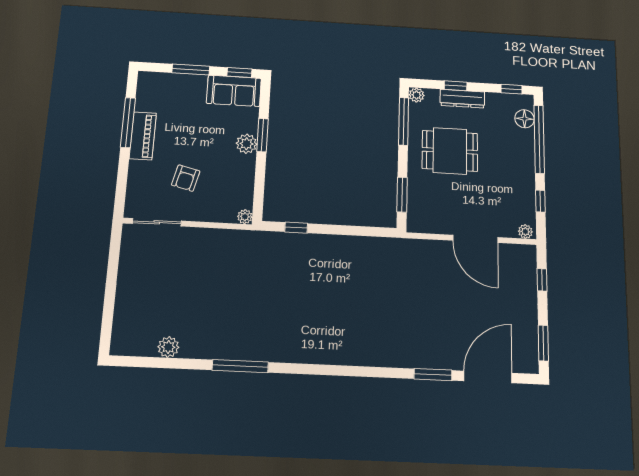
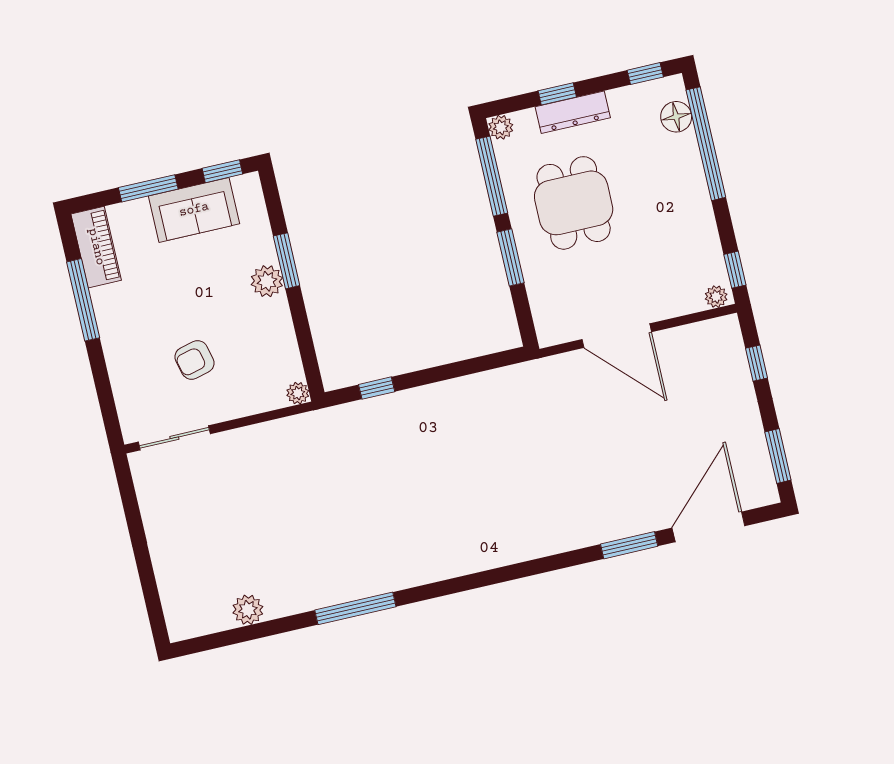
sofa: (234, 91) -> (194, 210), moved
piano: (143, 136) -> (96, 247), moved
dining table: (450, 151) -> (574, 203), turned 90
armchair: (186, 178) -> (195, 360), turned 62
window: (402, 195) -> (510, 257), moved
window: (540, 201) -> (735, 270), moved
door: (475, 239) -> (617, 336), moved

